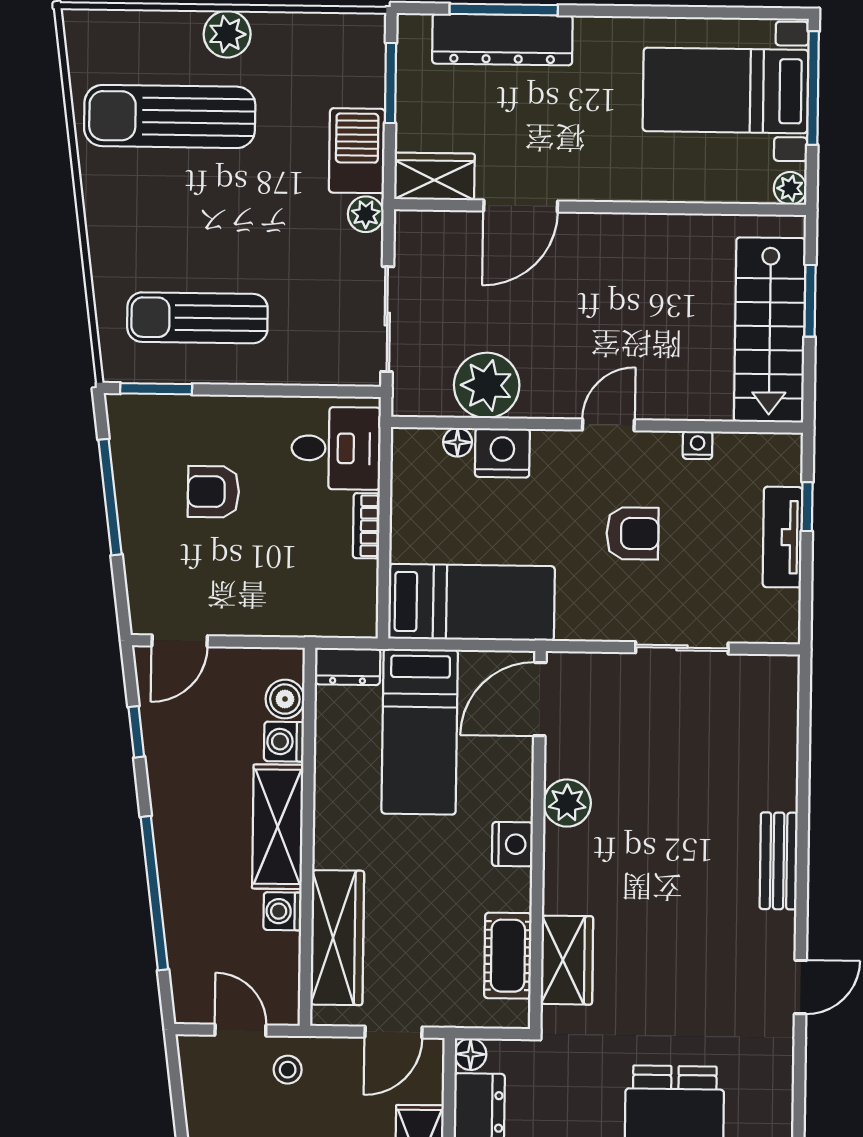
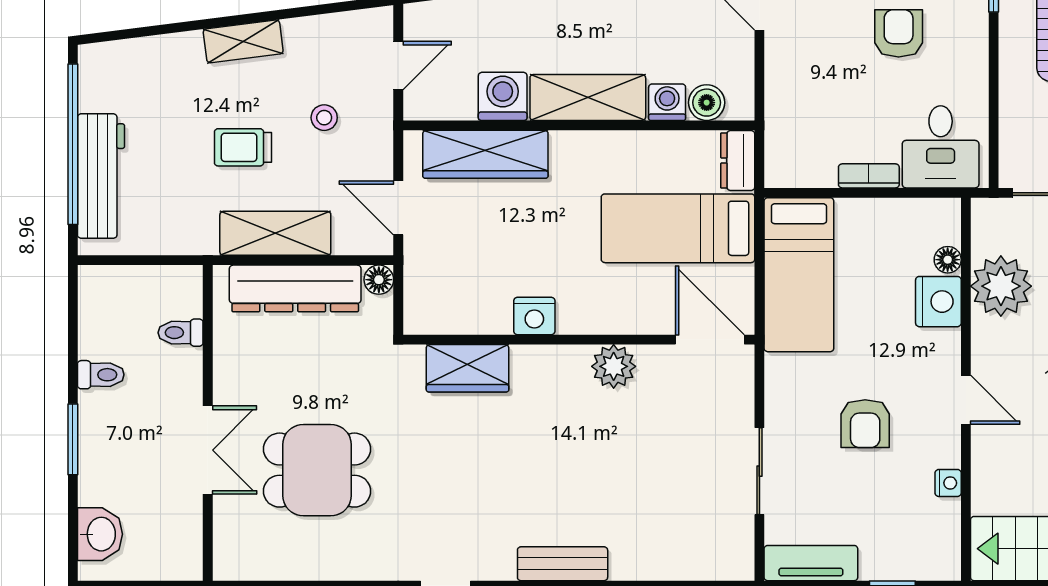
tv unit: (782, 537) -> (811, 563), moved
nightstand: (512, 844) -> (534, 316), moved
washing machine: (282, 911) -> (503, 96), width x1.38, depth x1.38
cot: (508, 956) -> (471, 313), removed
stool: (288, 1070) -> (324, 118), moved

